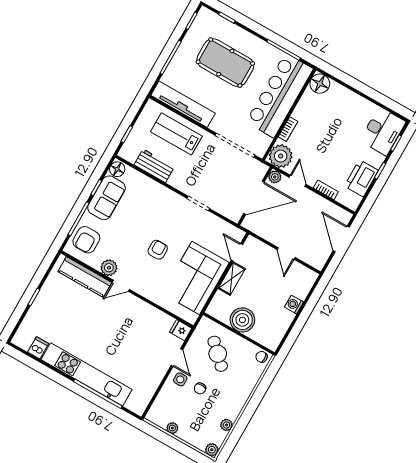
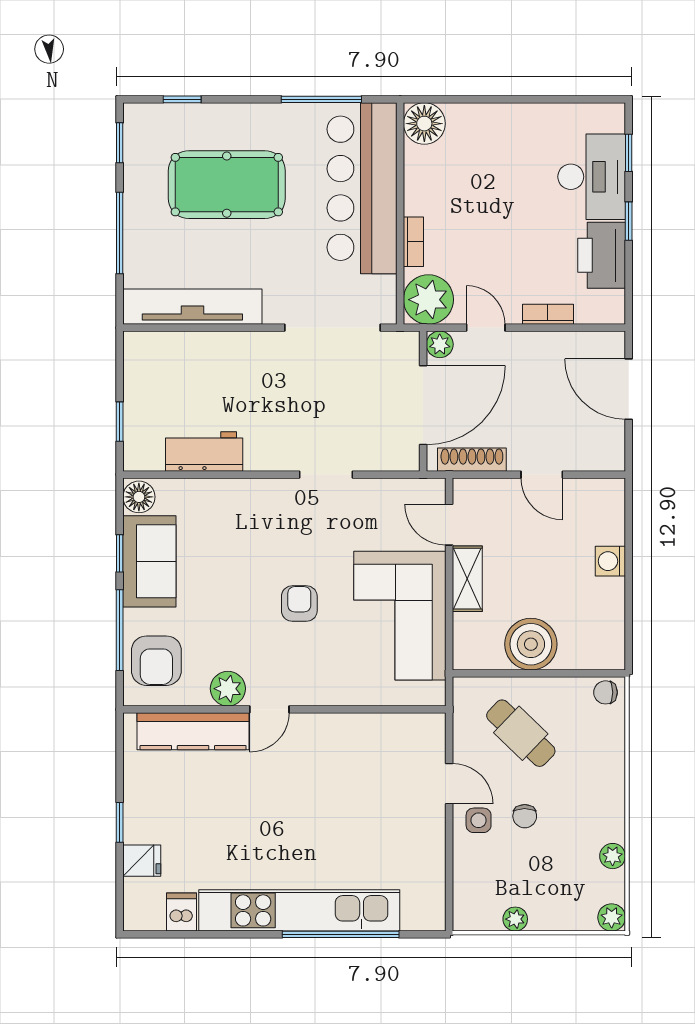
desk: (383, 131) -> (592, 177), moved
lab bench: (176, 134) -> (211, 369), removed
shoe rack: (261, 231) -> (472, 460), added
fridge: (181, 330) -> (142, 861), moved, turned 180

